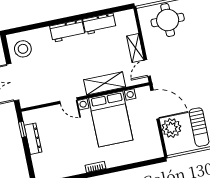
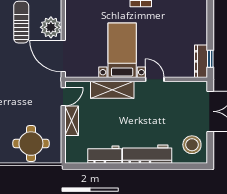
workbench: (67, 31) -> (147, 154), width x1.37
bed with nightstands: (111, 119) -> (122, 50), width x0.73
dresser: (33, 139) -> (201, 61), moved

